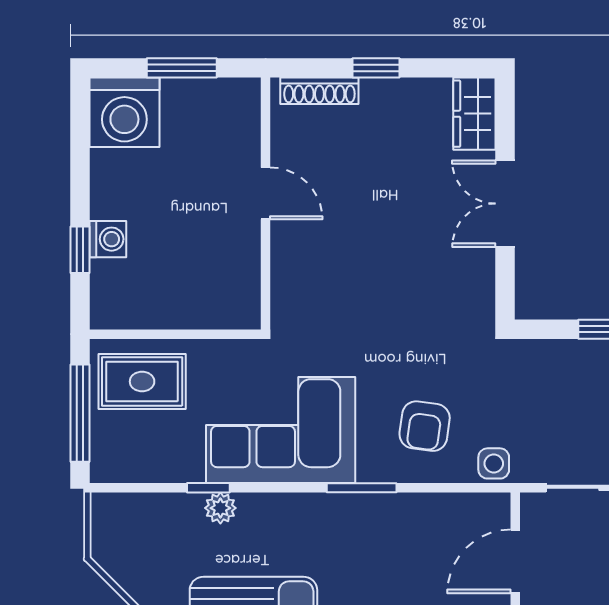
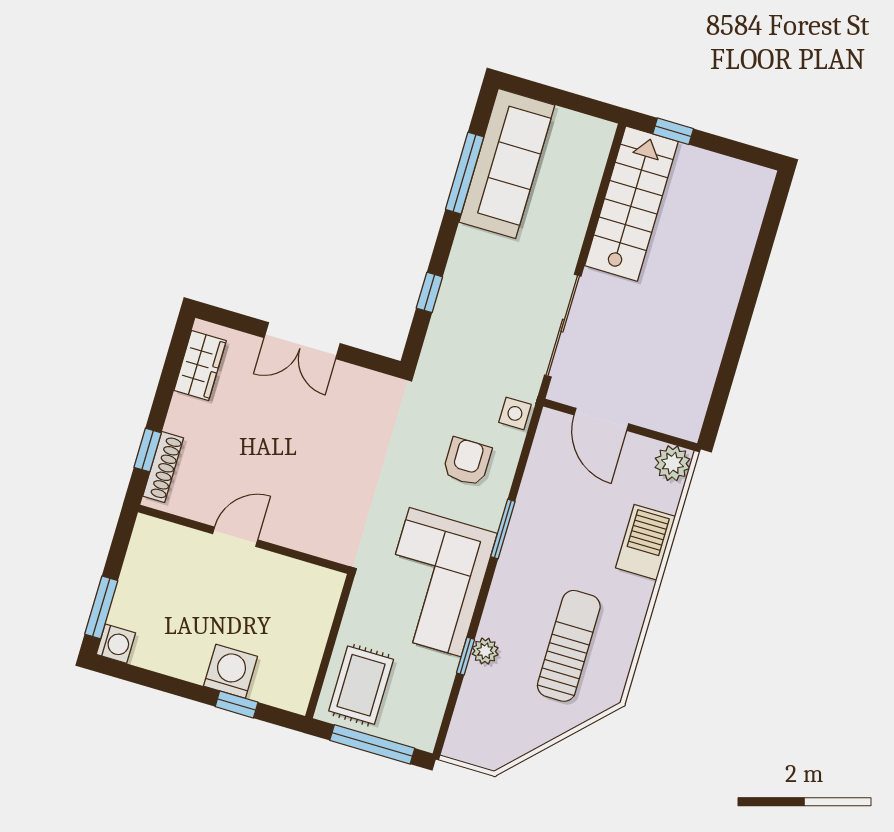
window: (182, 68) -> (101, 607), moved
window: (376, 68) -> (148, 450), moved
washing machine: (124, 112) -> (116, 644), width x0.53, depth x0.53
wardrobe: (474, 114) -> (200, 365), moved, turned -90
washing machine: (108, 239) -> (231, 671), width x1.38, depth x1.38
armchair: (425, 426) -> (467, 462), turned -98

